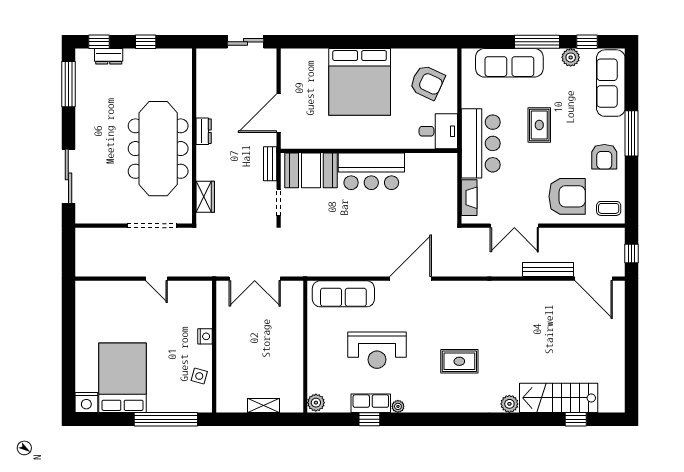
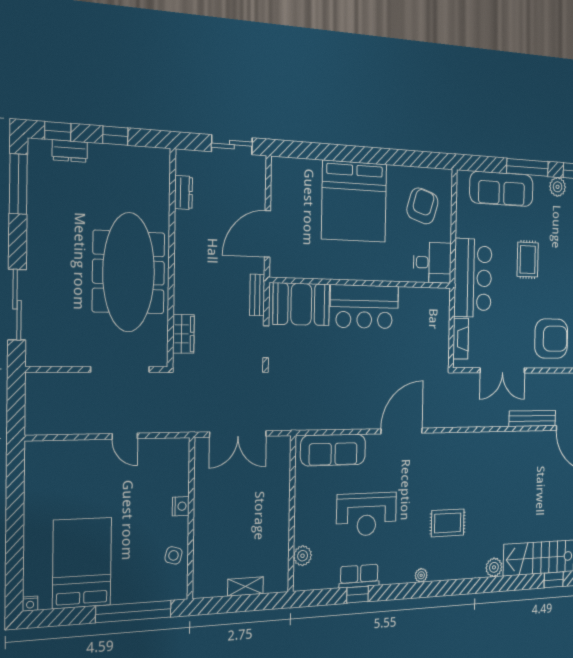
armchair: (427, 82) -> (422, 206), turned -98
dresser: (204, 131) -> (183, 193), moved
nightstand: (86, 403) -> (30, 604), width x0.53, depth x0.56
plant: (316, 403) -> (303, 556), moved
plant: (398, 406) -> (421, 575), moved

